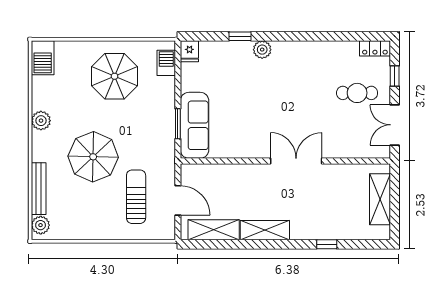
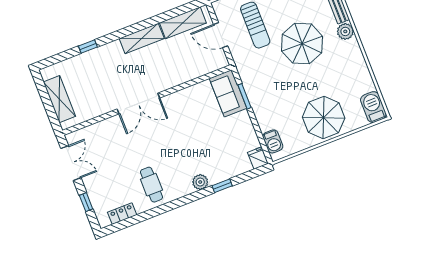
locker: (375, 48) -> (122, 214), moved
parasol: (115, 76) -> (324, 118), moved
cafe table: (357, 93) -> (151, 185), moved, turned 90
plant: (41, 121) -> (345, 31), moved
sofa: (195, 125) -> (228, 93), width x0.73

